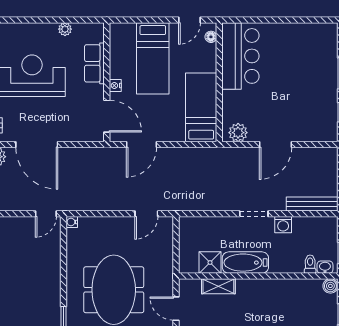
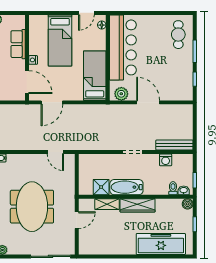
cafe table: (318, 50) -> (178, 35), added
bar counter: (240, 56) -> (123, 47), width x1.36
door: (276, 145) -> (148, 102), swing flipped
door: (146, 214) -> (55, 152), hinge flipped
washing machine: (283, 225) -> (166, 160), moved
wardrobe: (261, 288) -> (138, 205), added
door: (176, 309) -> (77, 220), swing flipped

